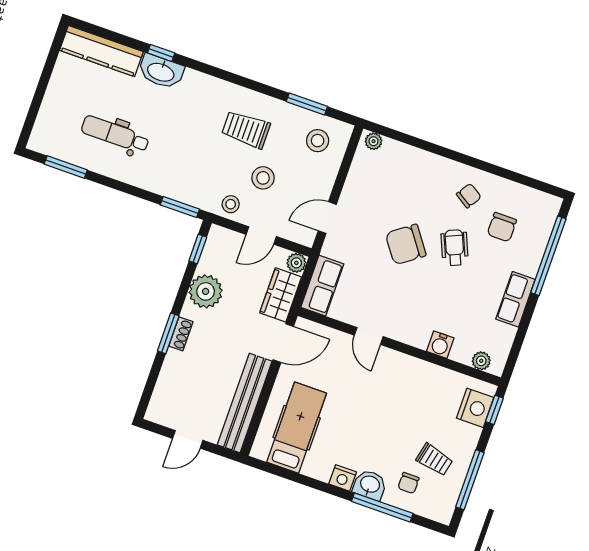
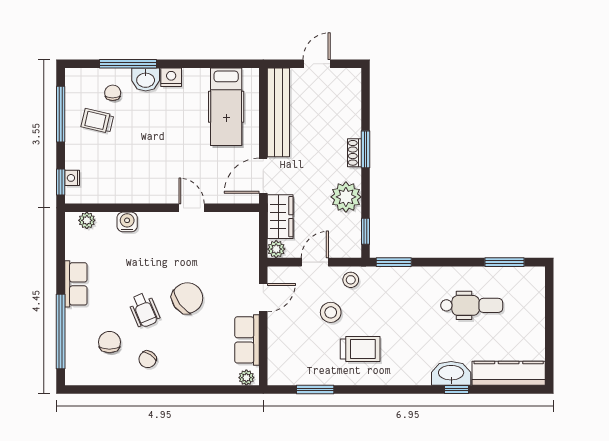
stool: (318, 141) -> (295, 361), removed
row of seats: (322, 286) -> (247, 340), moved
nightstand: (475, 408) -> (72, 178), width x0.53, depth x0.56

